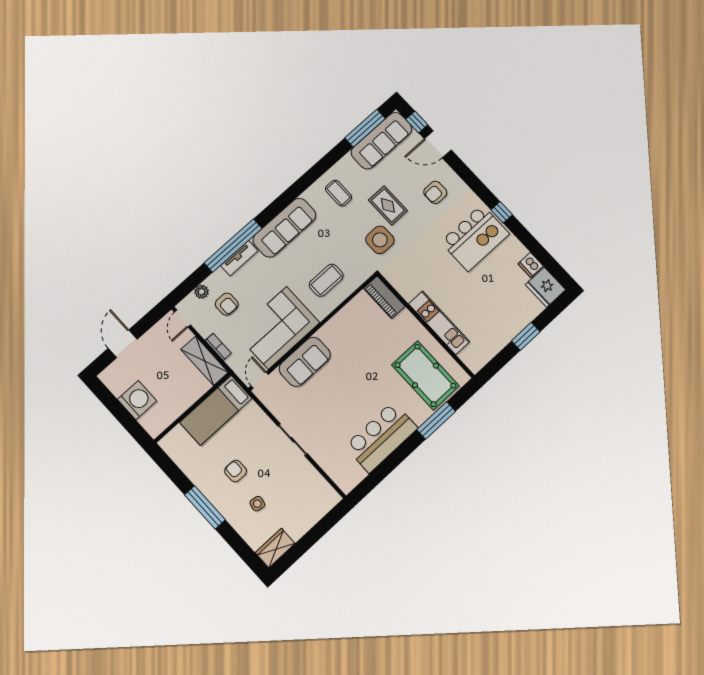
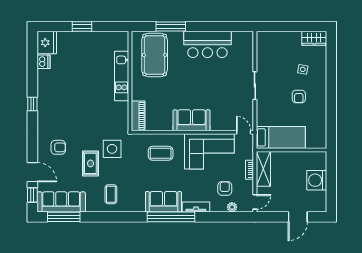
sofa: (284, 228) -> (163, 202), width x0.73
kitchen island: (475, 238) -> (60, 103), removed
window: (233, 246) -> (171, 217), moved
sofa: (305, 362) -> (192, 120), moved
door: (260, 380) -> (244, 132), swing flipped
window: (205, 507) -> (331, 92), removed

